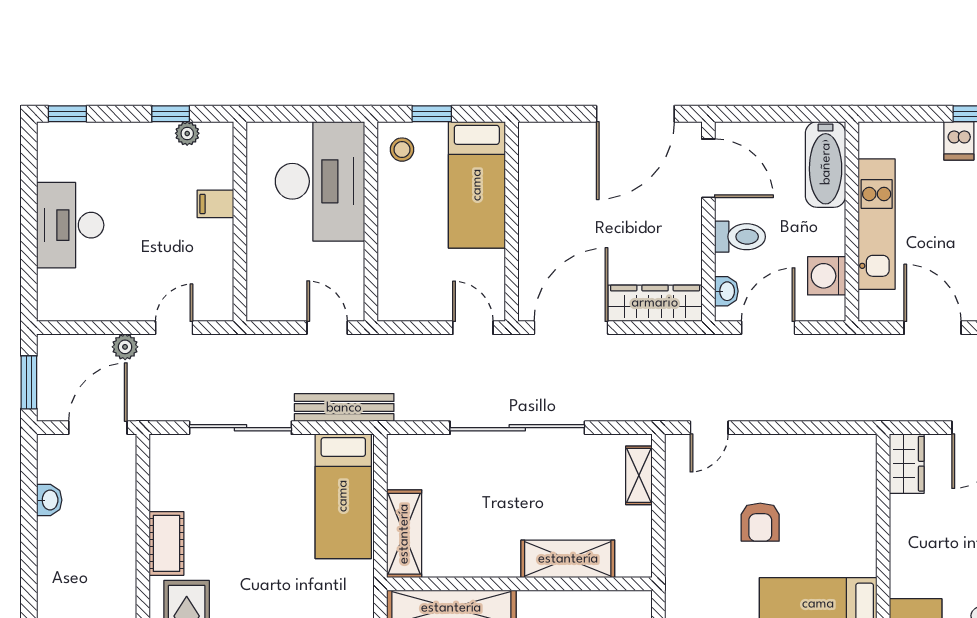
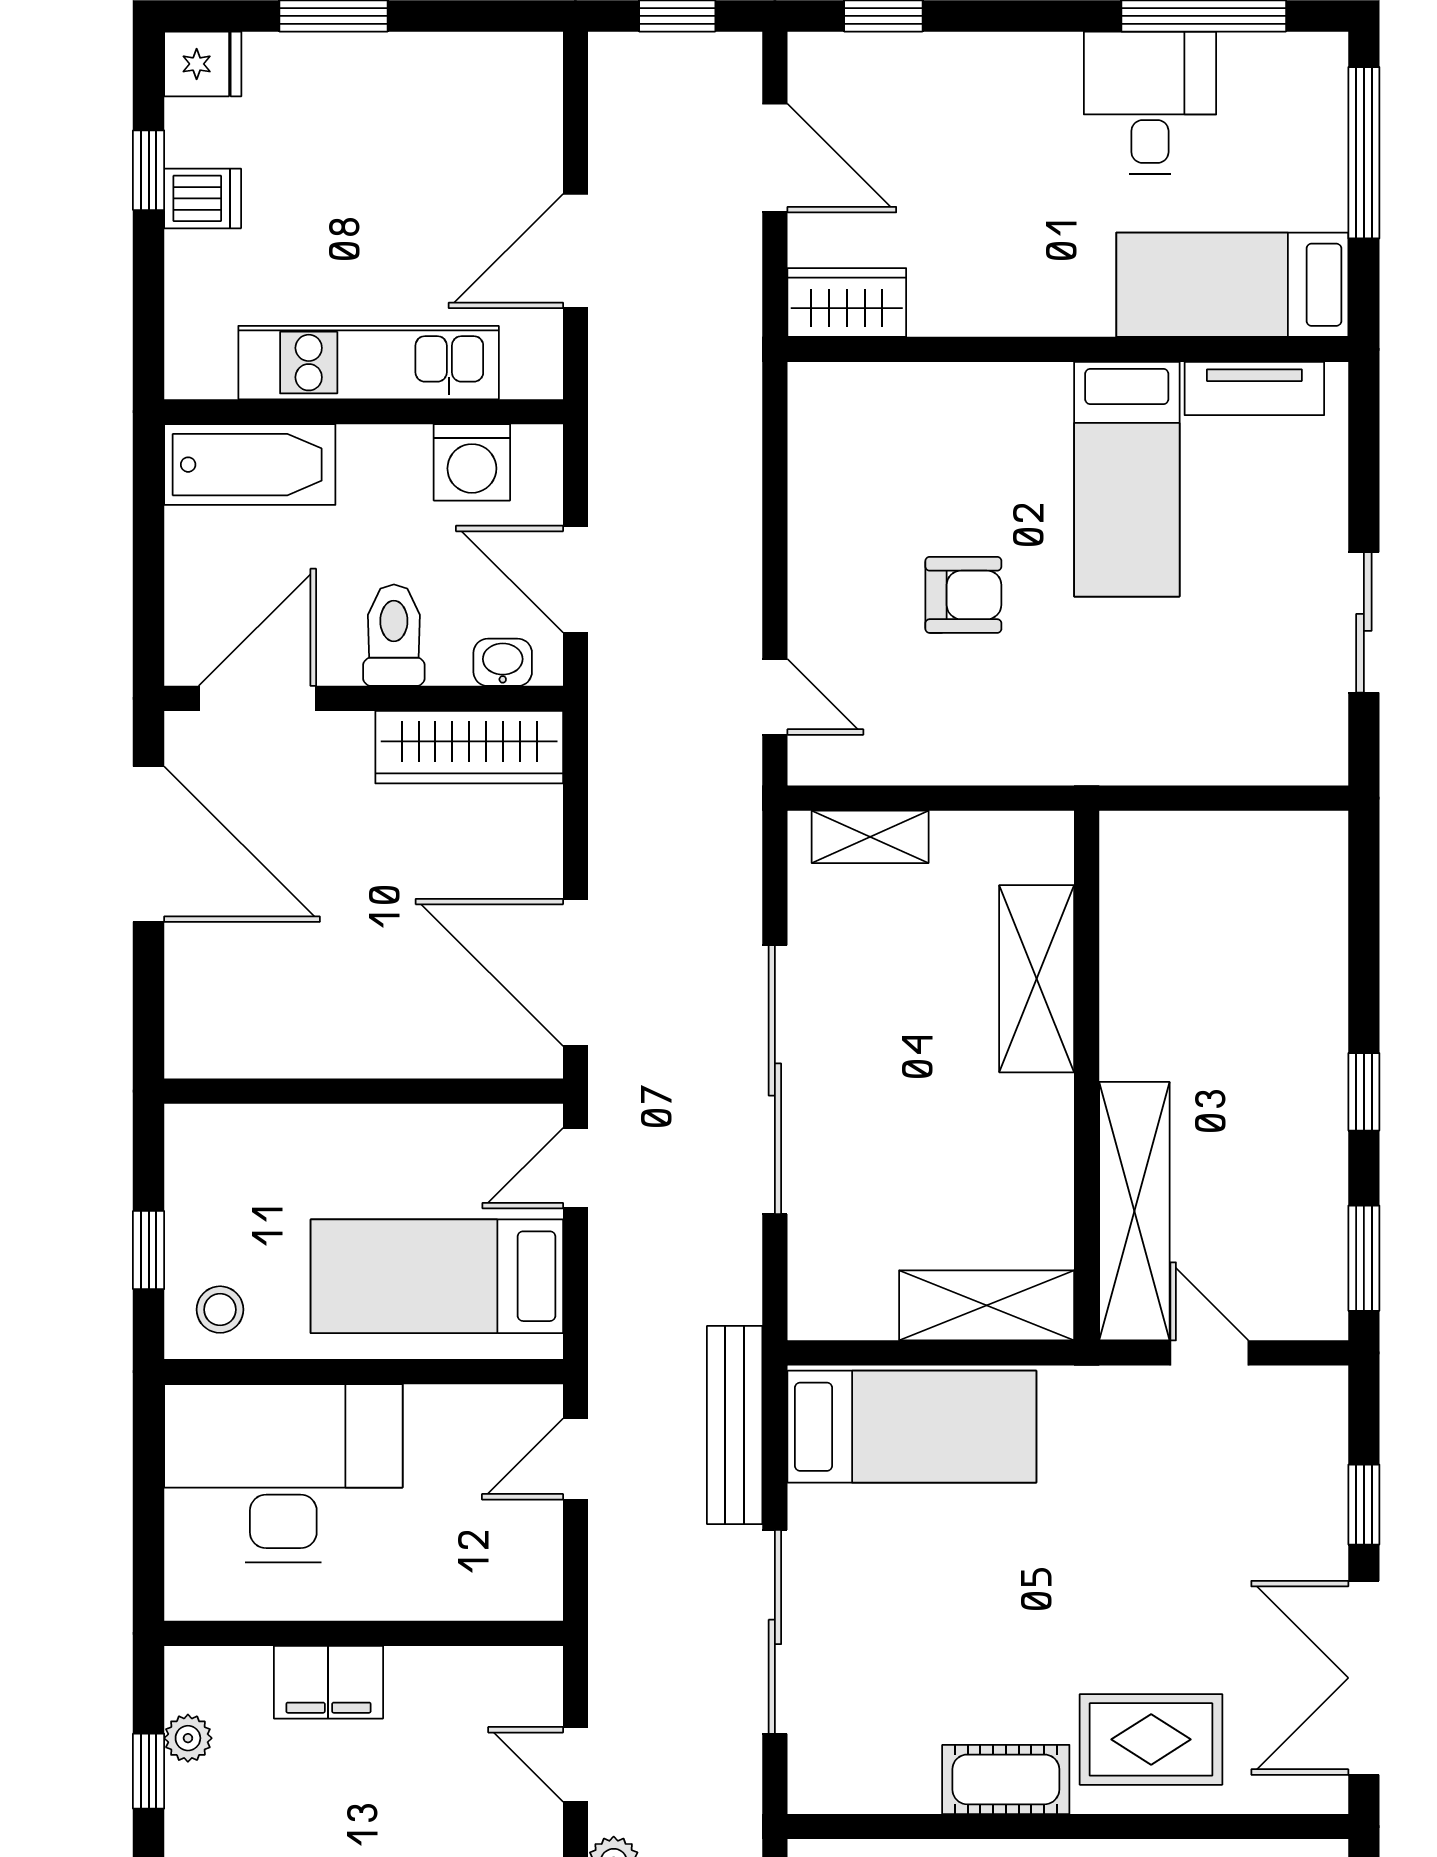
bed: (477, 185) -> (437, 1276), moved, turned 180
filing cabinet: (215, 204) -> (328, 1682), width x2.00
wardrobe: (655, 303) -> (469, 747), moved, turned -90

